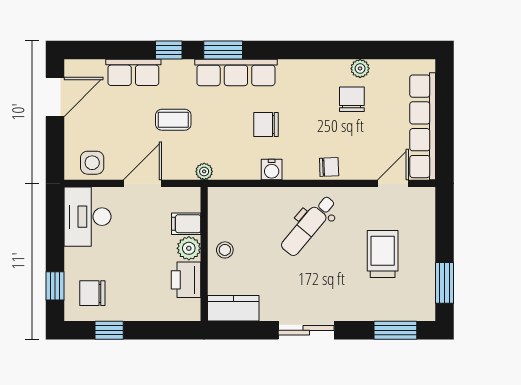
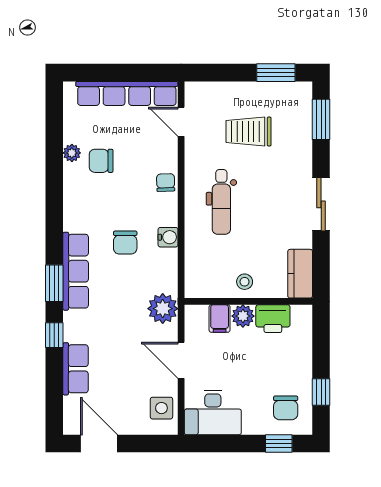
coffee table: (173, 120) -> (121, 331), removed
plant: (204, 171) -> (163, 309), width x1.88, depth x1.88
dental chair: (309, 226) -> (221, 202), turned 50

